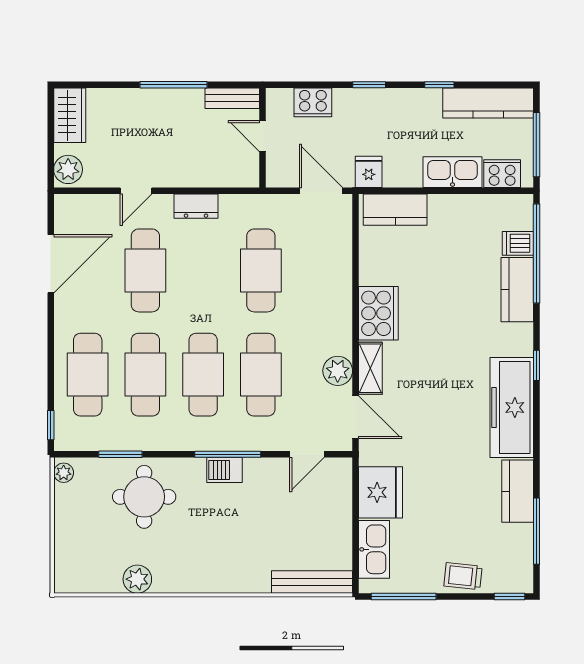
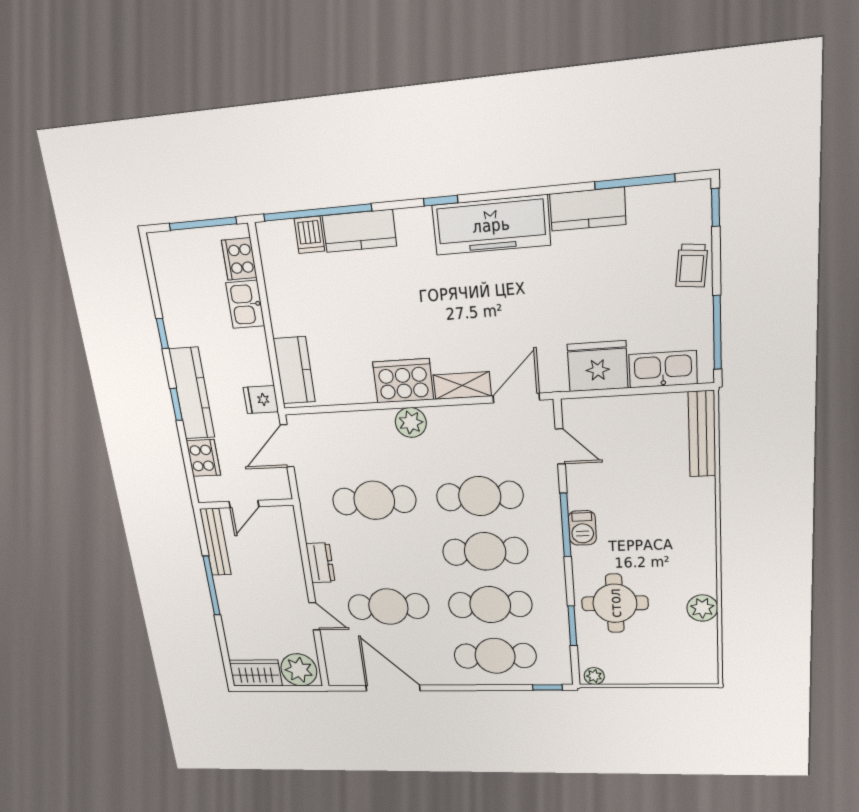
bench: (232, 98) -> (215, 542), width x1.36
kitchen counter: (488, 103) -> (192, 393), moved
plant: (68, 169) -> (299, 670), width x1.36, depth x1.36
kitchen sink: (452, 172) -> (245, 304), width x0.73
plant: (338, 371) -> (411, 422), moved

